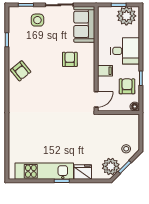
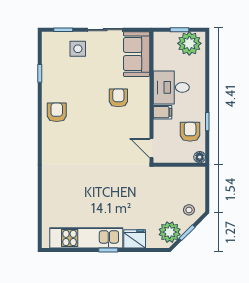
desk: (125, 51) -> (171, 87), moved, turned 180
armchair: (21, 71) -> (57, 112), turned -141
door: (96, 99) -> (151, 148), swing flipped

